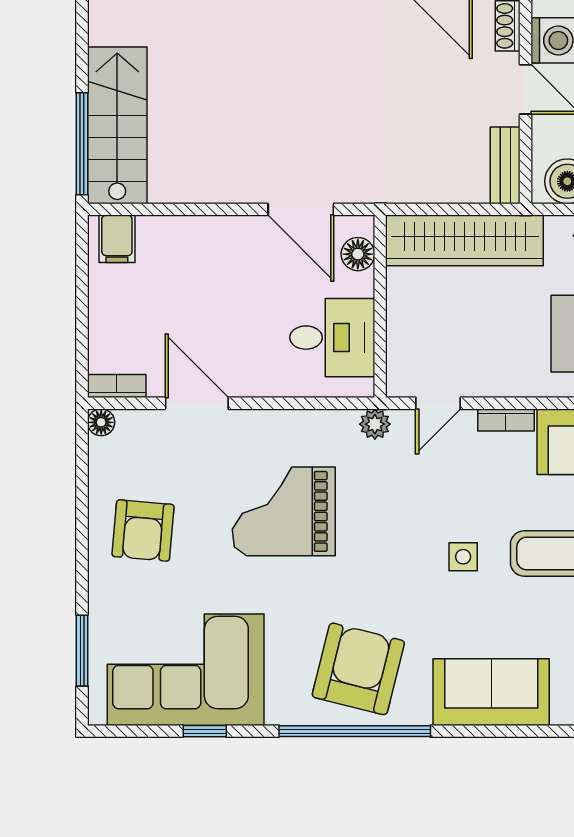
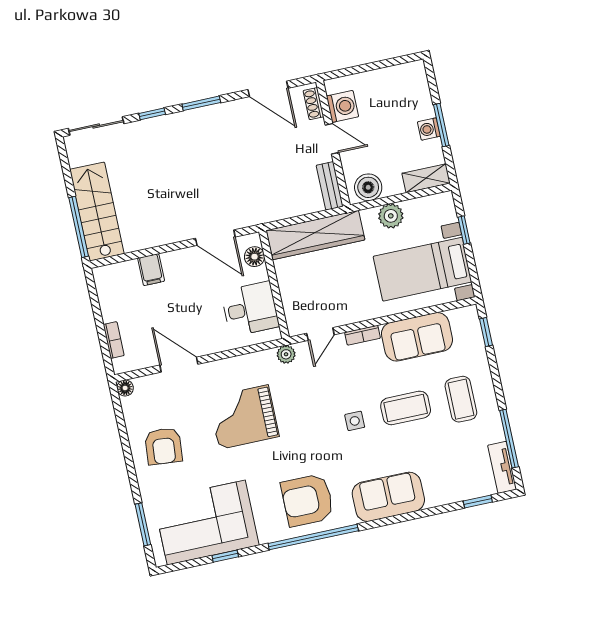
filing cabinet: (117, 239) -> (151, 270), moved
bookcase: (117, 386) -> (114, 340), moved, turned 90
armchair: (358, 669) -> (307, 500), turned -104

